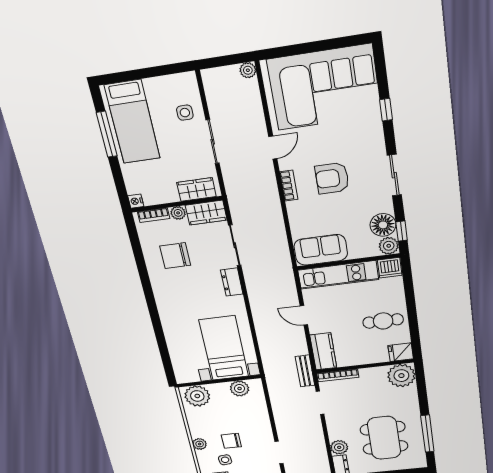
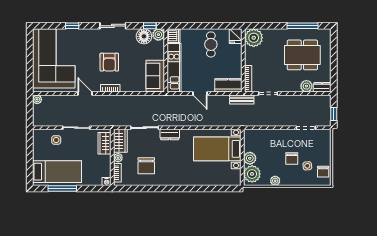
door: (304, 315) -> (200, 93), hinge flipped
plant: (240, 389) -> (250, 158), moved
plant: (200, 444) -> (275, 181), moved

